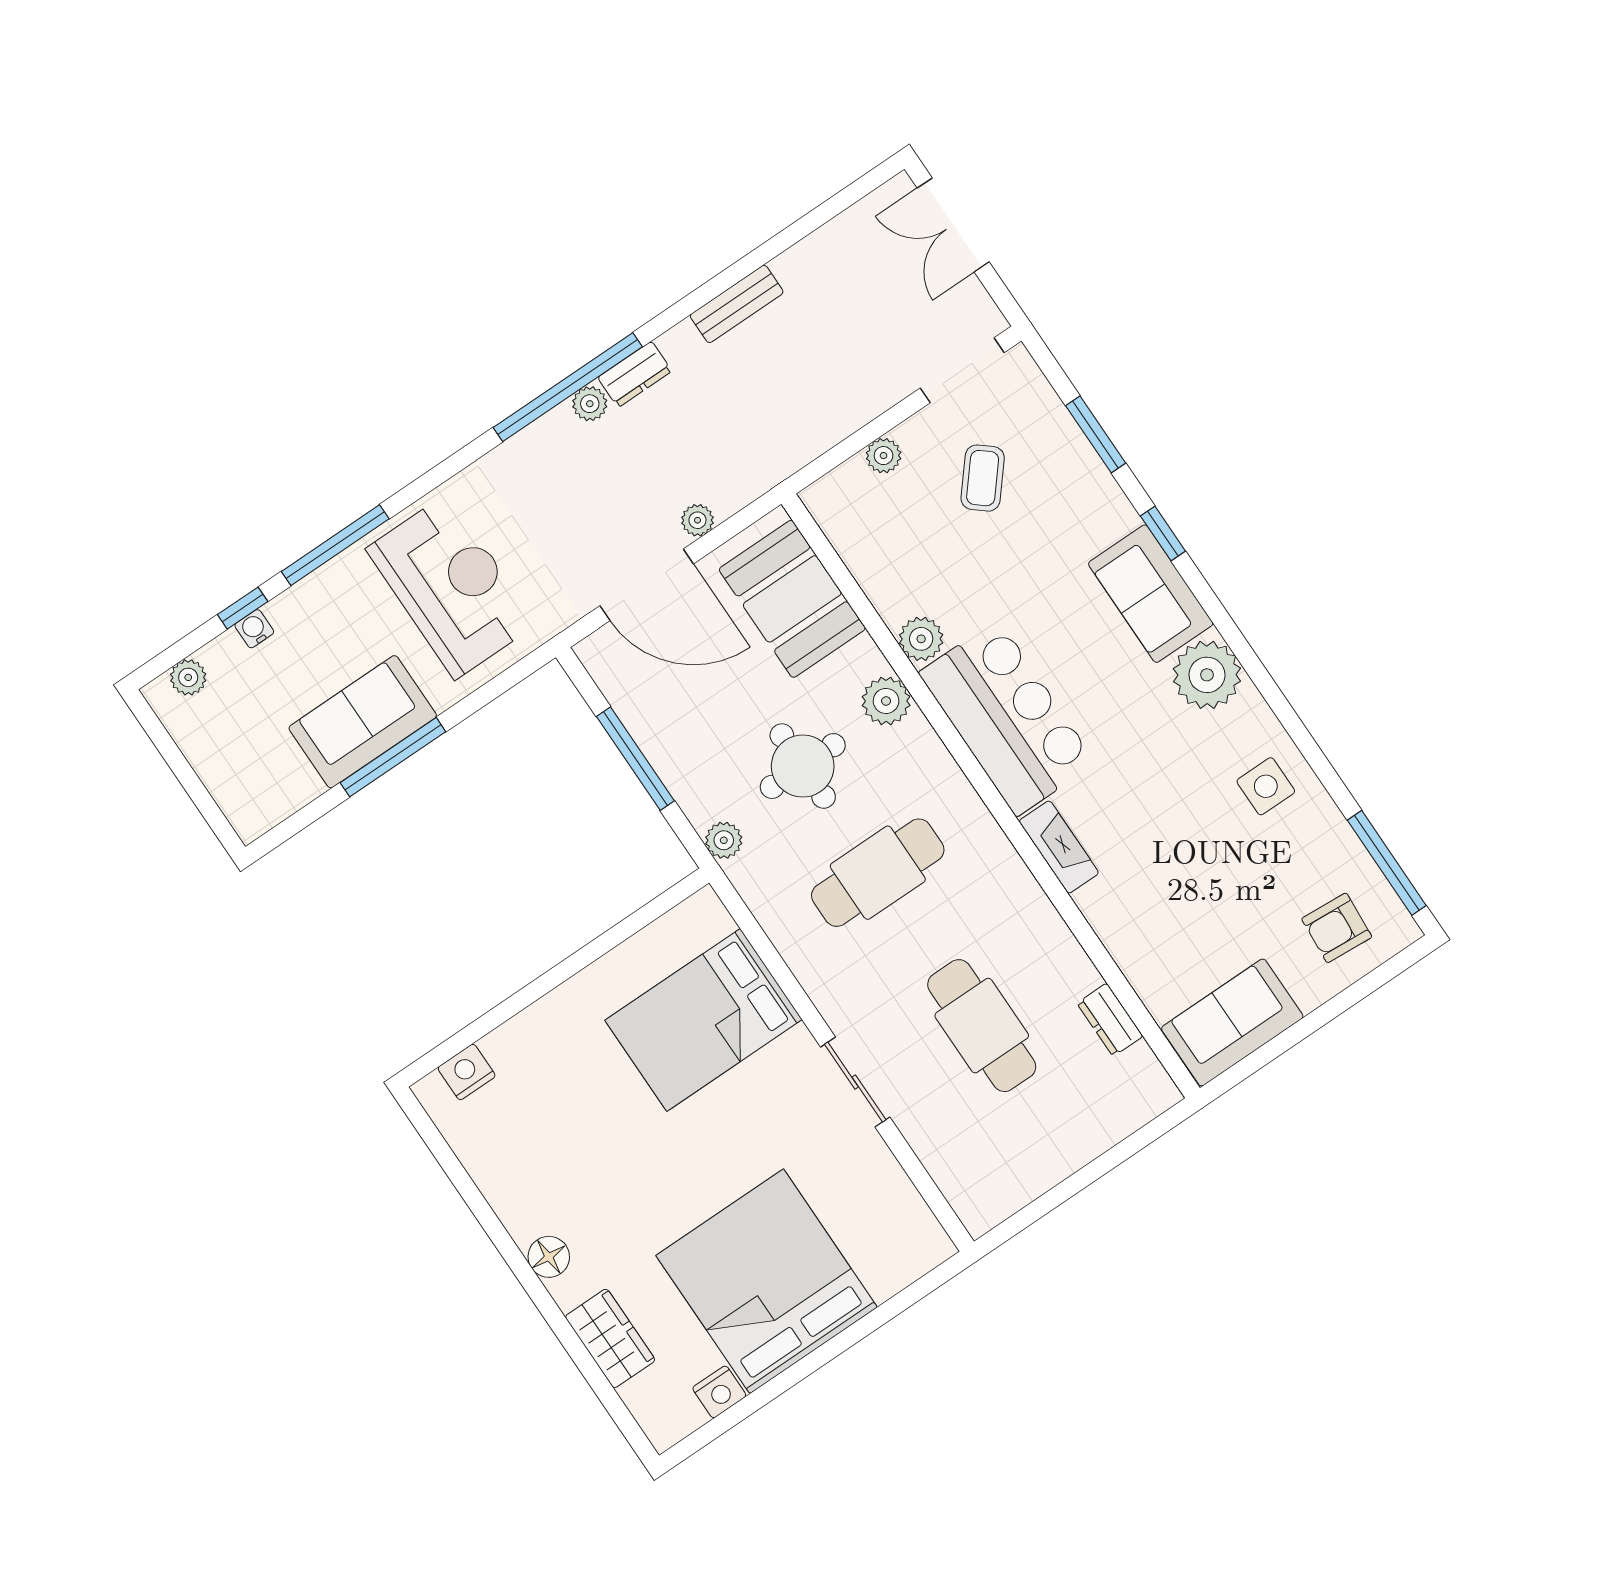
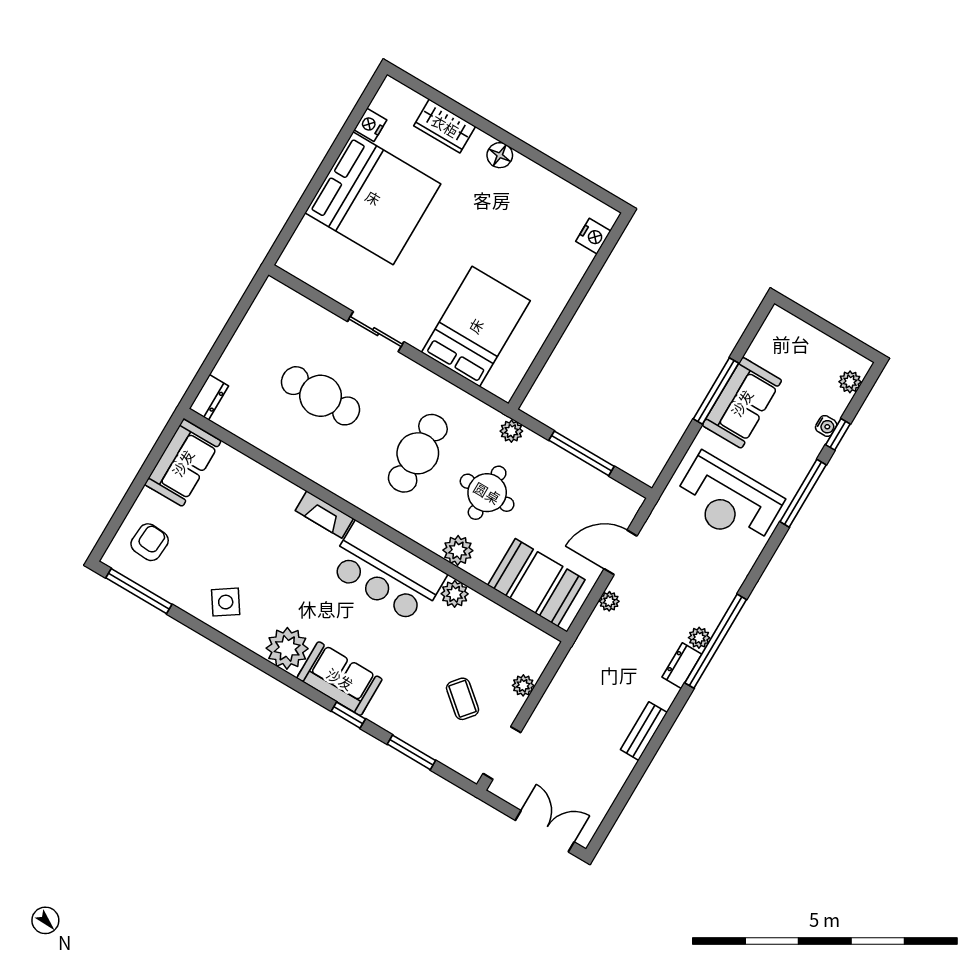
door: (647, 585) -> (621, 552), width x0.73
side table: (1266, 786) -> (226, 602), turned -34
dresser: (1110, 1020) -> (209, 397), moved, turned 90

